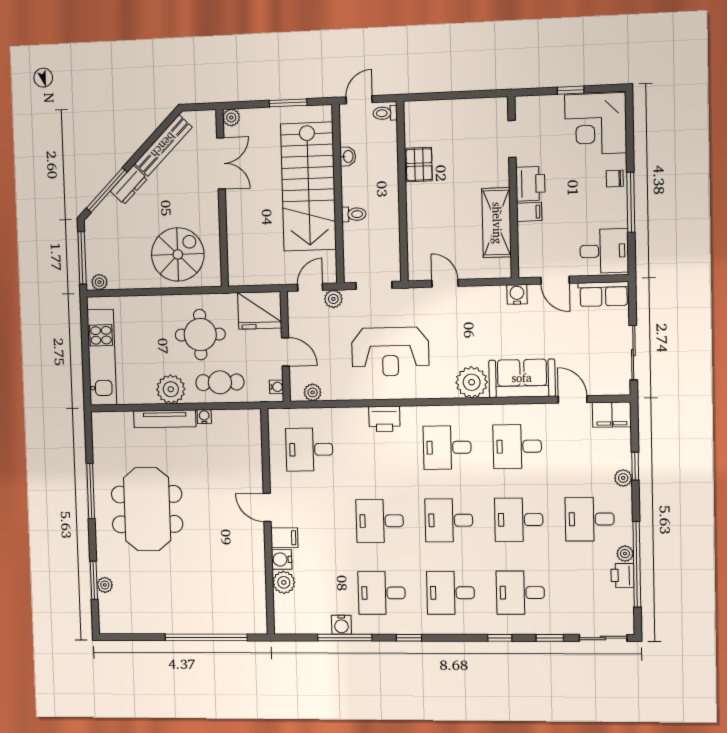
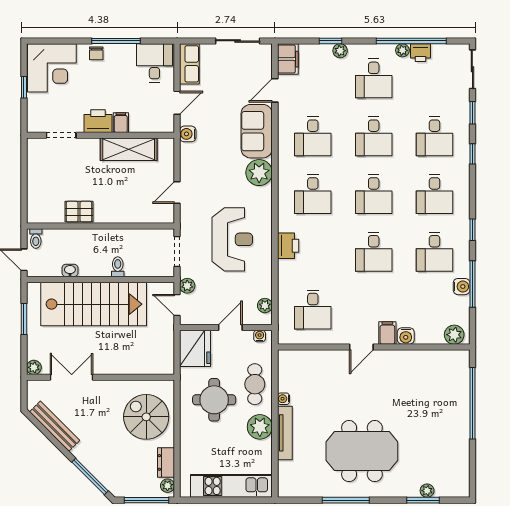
dresser: (129, 185) -> (166, 462), moved, turned -135
plant: (284, 582) -> (454, 335), moved

